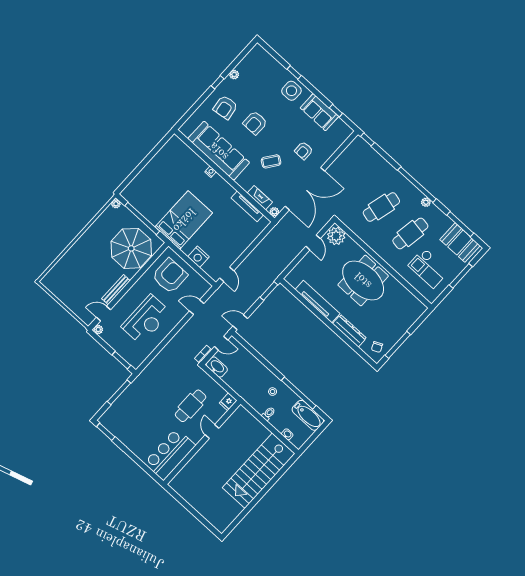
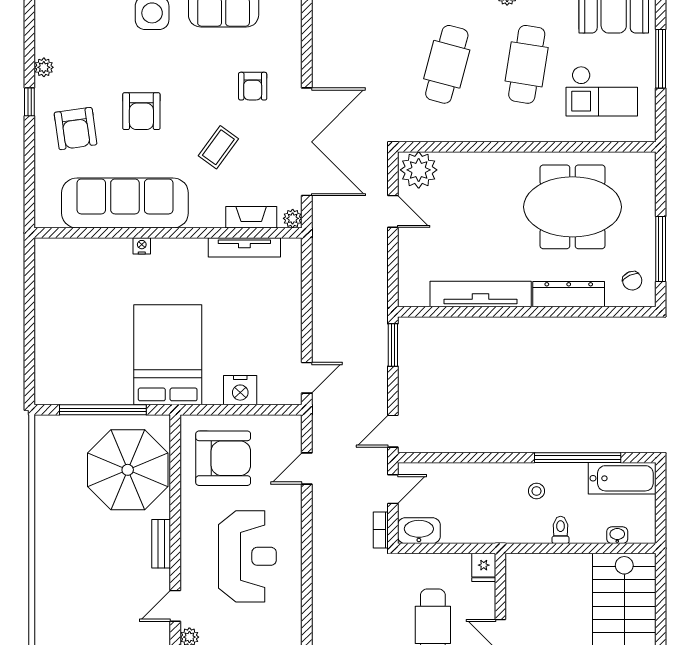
plant: (116, 204) -> (43, 424), removed
door: (227, 274) -> (307, 378), hinge flipped
armchair: (170, 276) -> (223, 458), turned 90
meeting table: (363, 280) -> (573, 207), moved
bench: (116, 290) -> (161, 544), width x0.73

